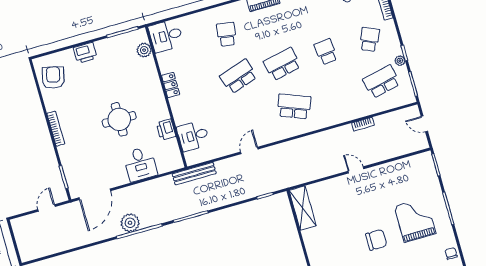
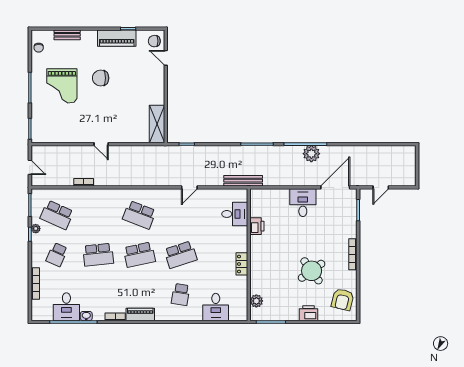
desk: (166, 36) -> (216, 307), moved, turned 90
school desk: (326, 52) -> (98, 255), width x1.85
school desk: (382, 82) -> (57, 215), turned 36
round table: (119, 119) -> (312, 271), moved, turned -36
desk: (140, 164) -> (303, 203), moved

